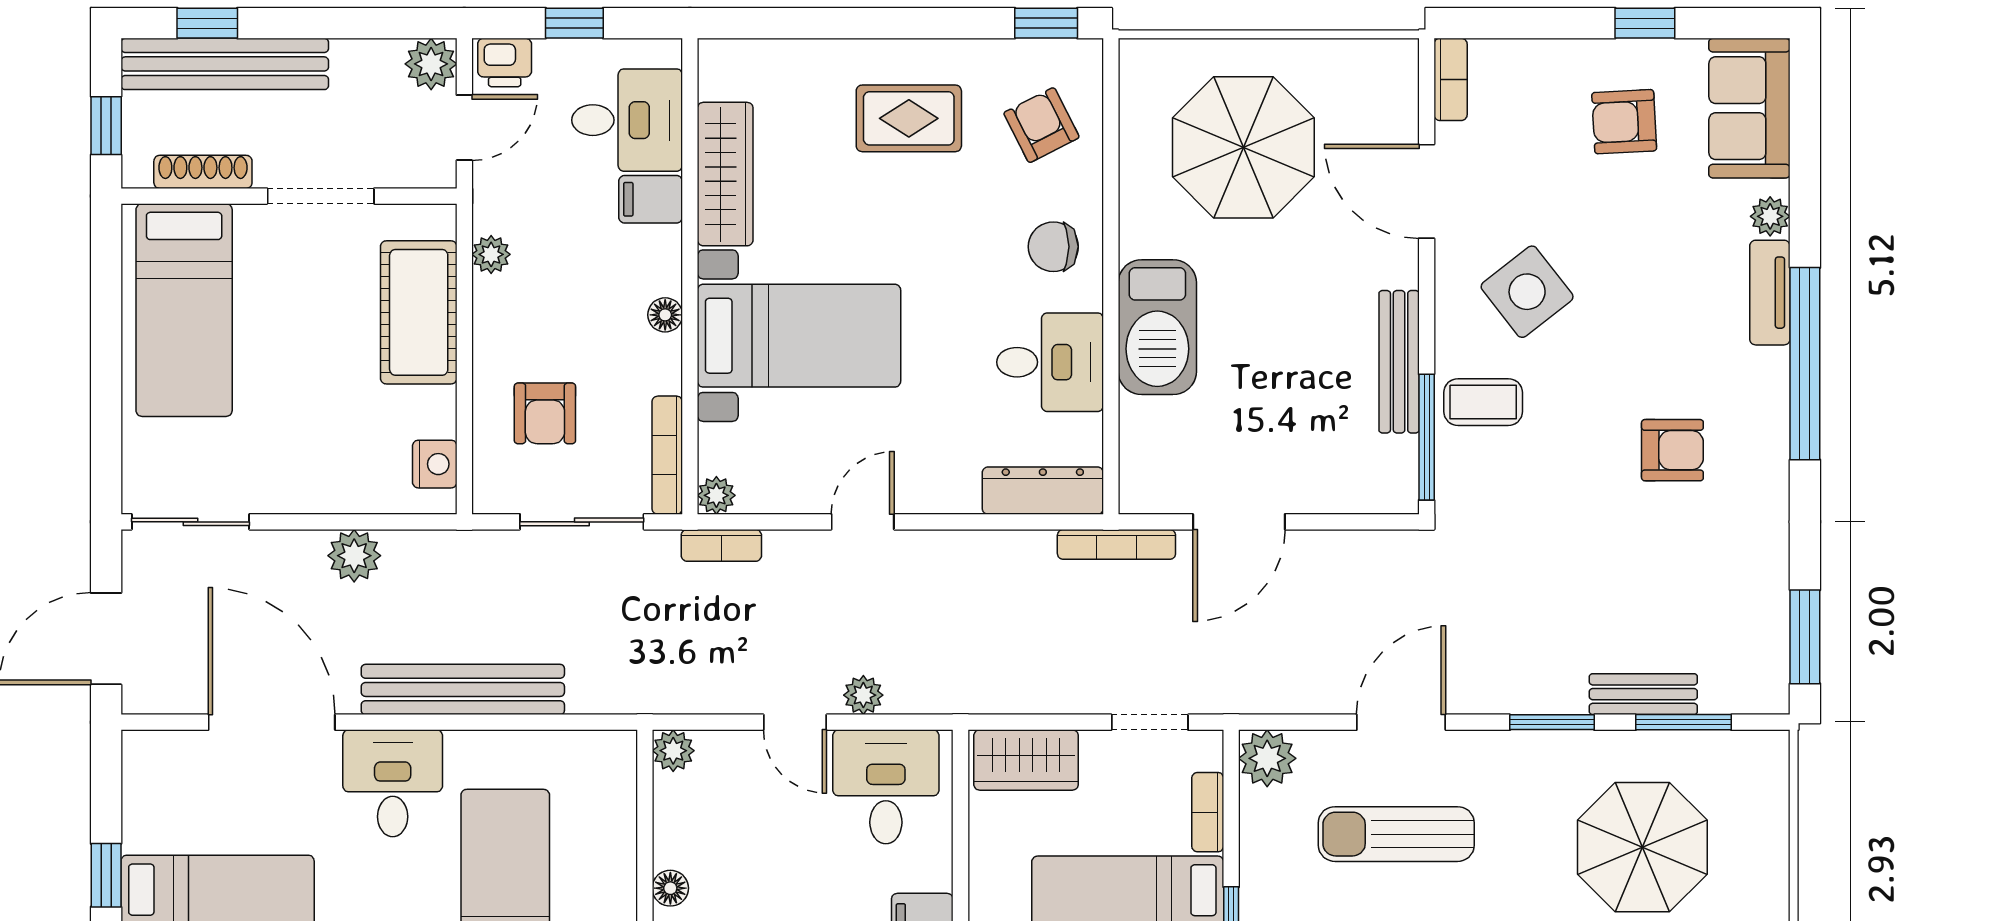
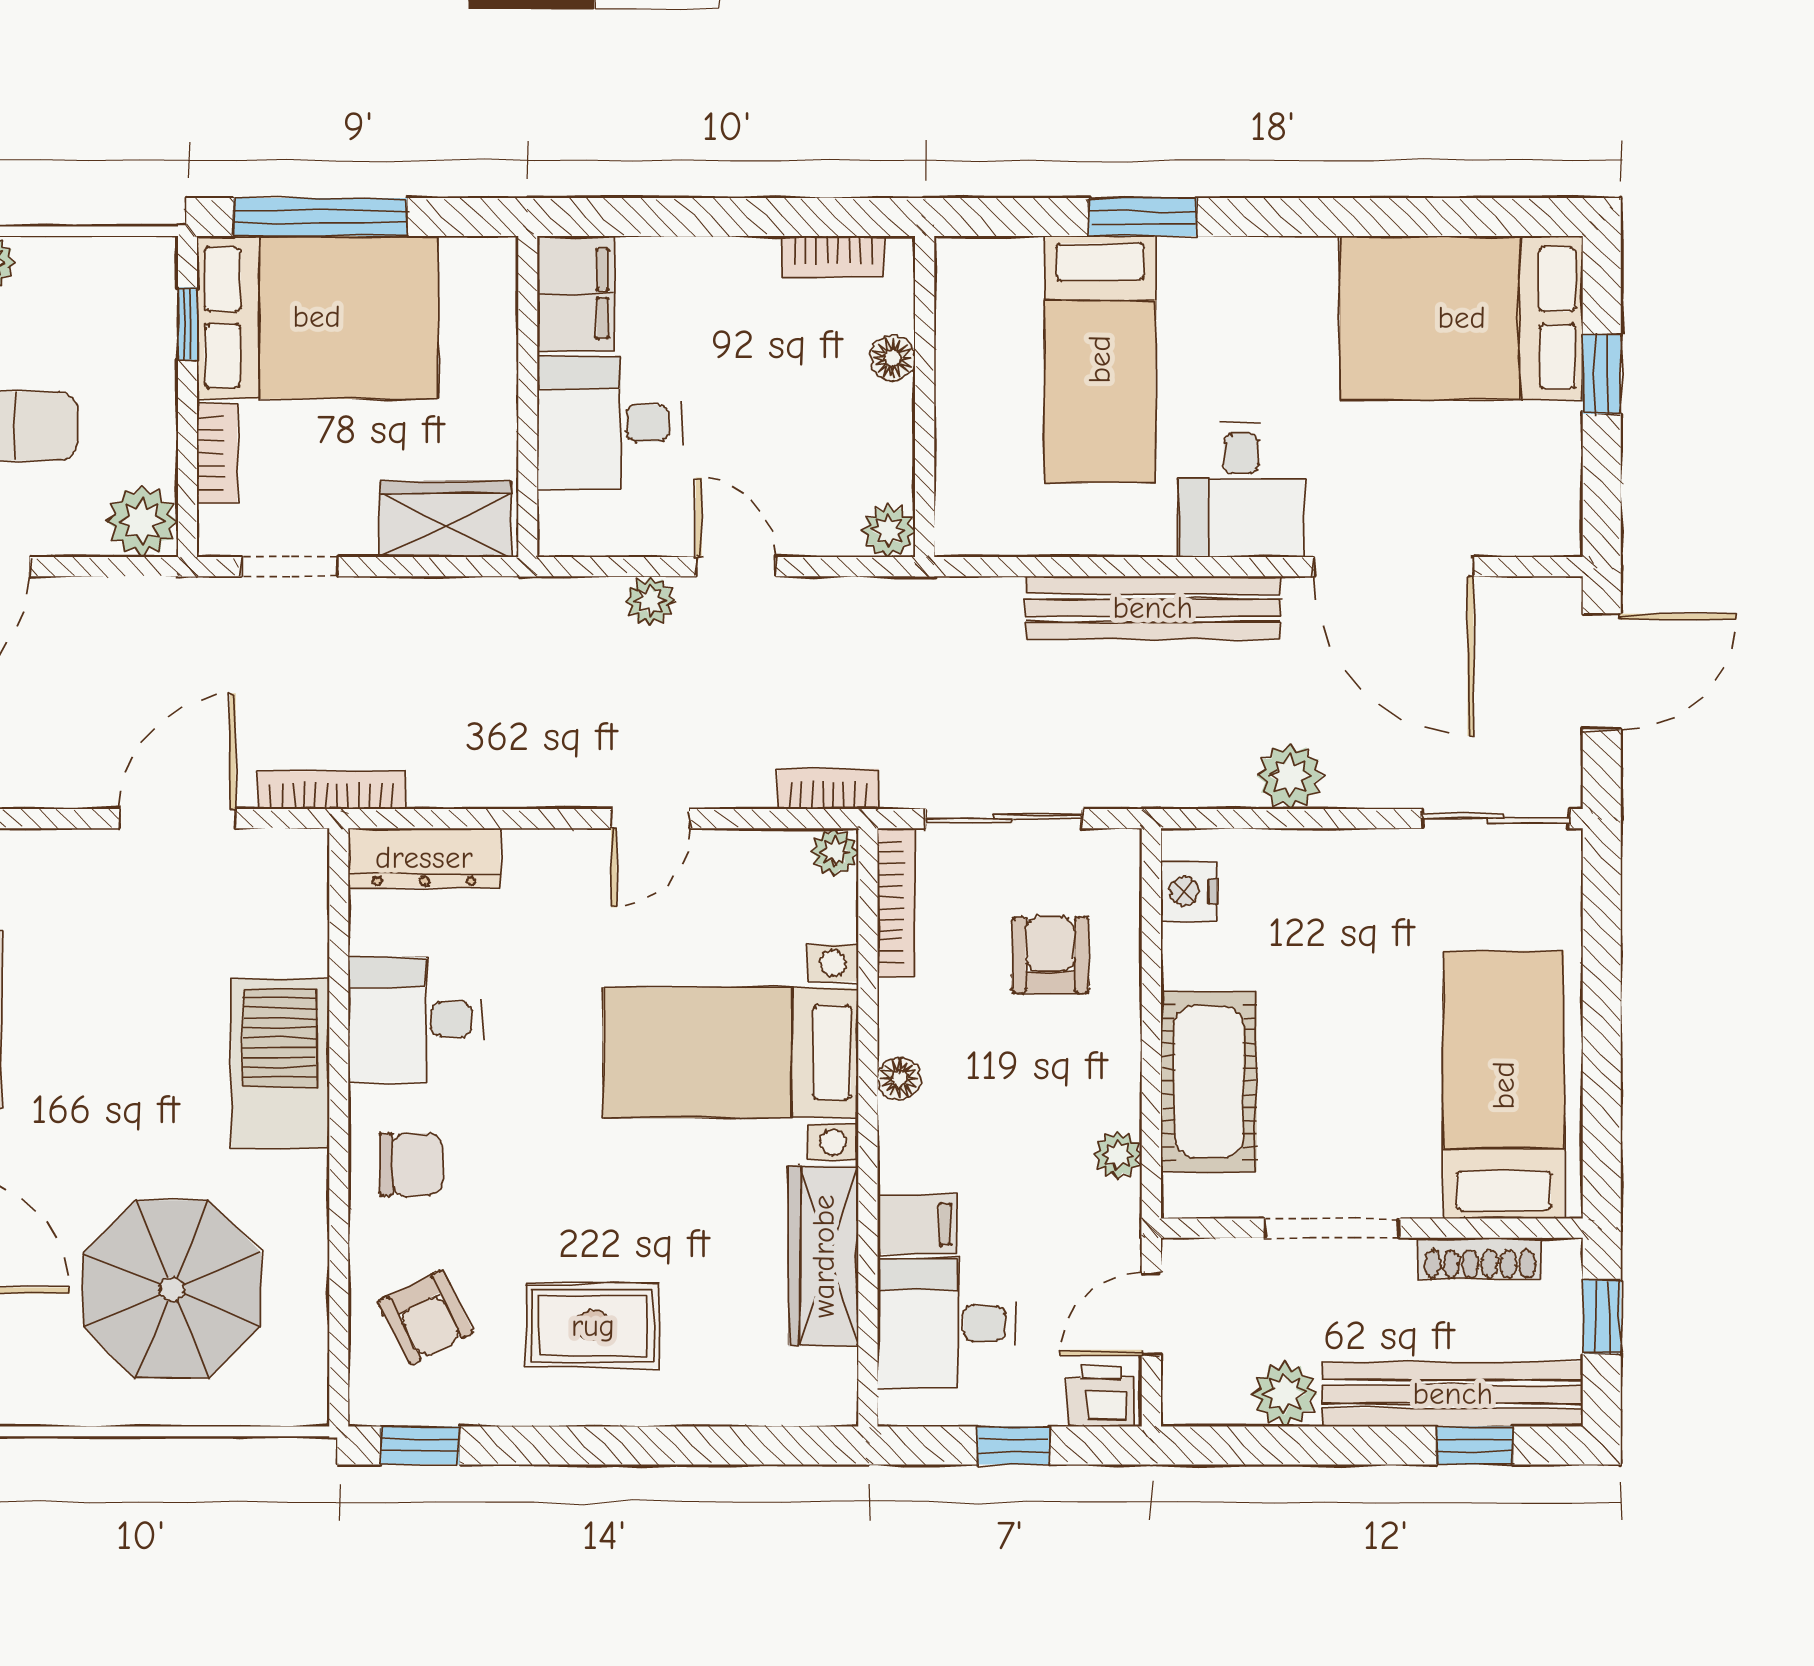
plant: (431, 64) -> (1285, 1394), moved
desk: (886, 787) -> (609, 423), moved, turned 90

